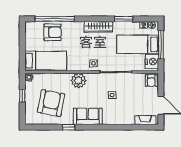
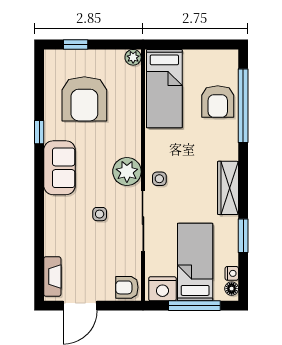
plant: (79, 81) -> (127, 172), moved
window: (22, 96) -> (76, 44), moved
armchair: (51, 103) -> (84, 99), turned 79

